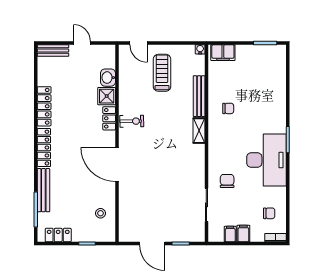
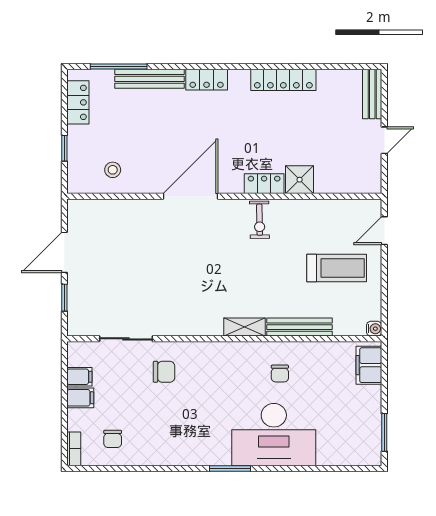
washbasin: (108, 78) -> (329, 182), removed
locker: (44, 148) -> (207, 80), width x0.66
desk: (266, 160) -> (274, 435), moved

